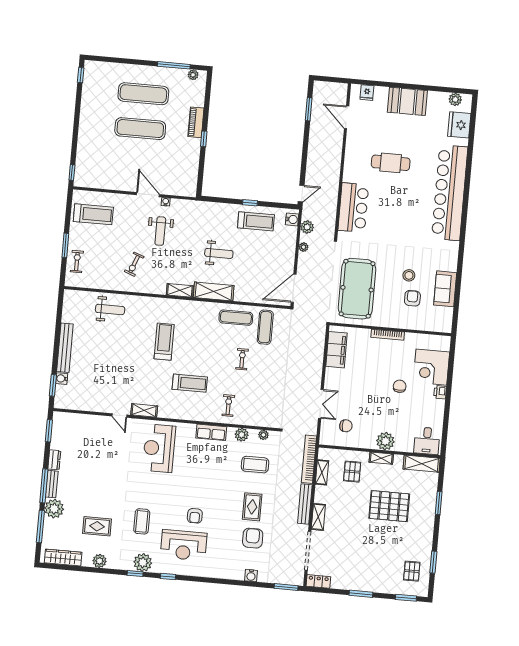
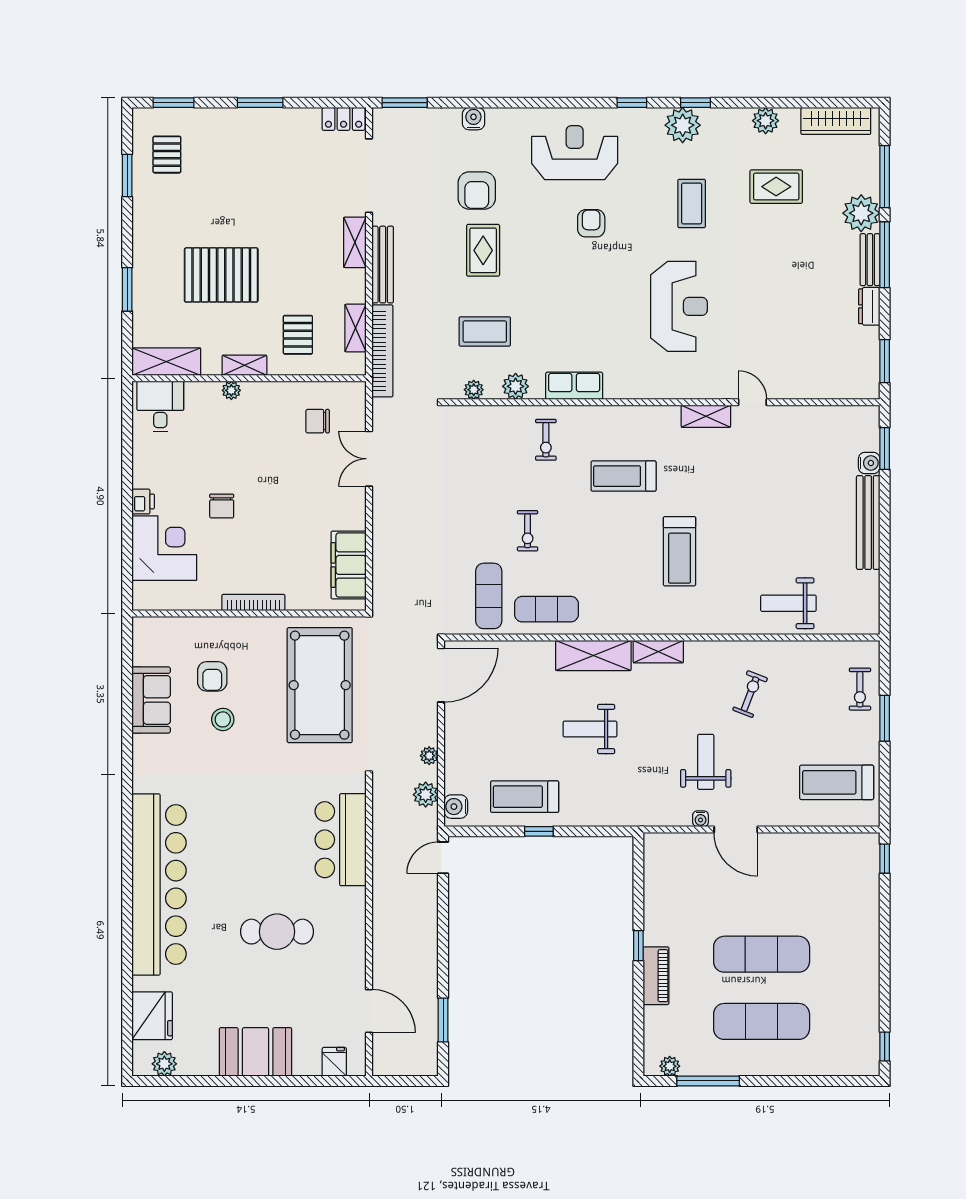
plant: (385, 441) -> (231, 390), width x0.53, depth x0.53
reception desk: (159, 448) -> (679, 306), moved
reception desk: (184, 545) -> (575, 153), moved

